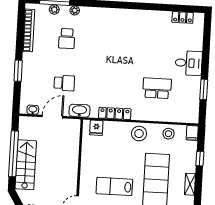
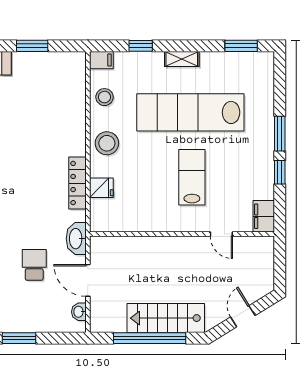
school desk: (157, 88) -> (34, 119), removed
fridge: (96, 128) -> (101, 188), moved
lab bench: (114, 186) -> (192, 177), turned 180

